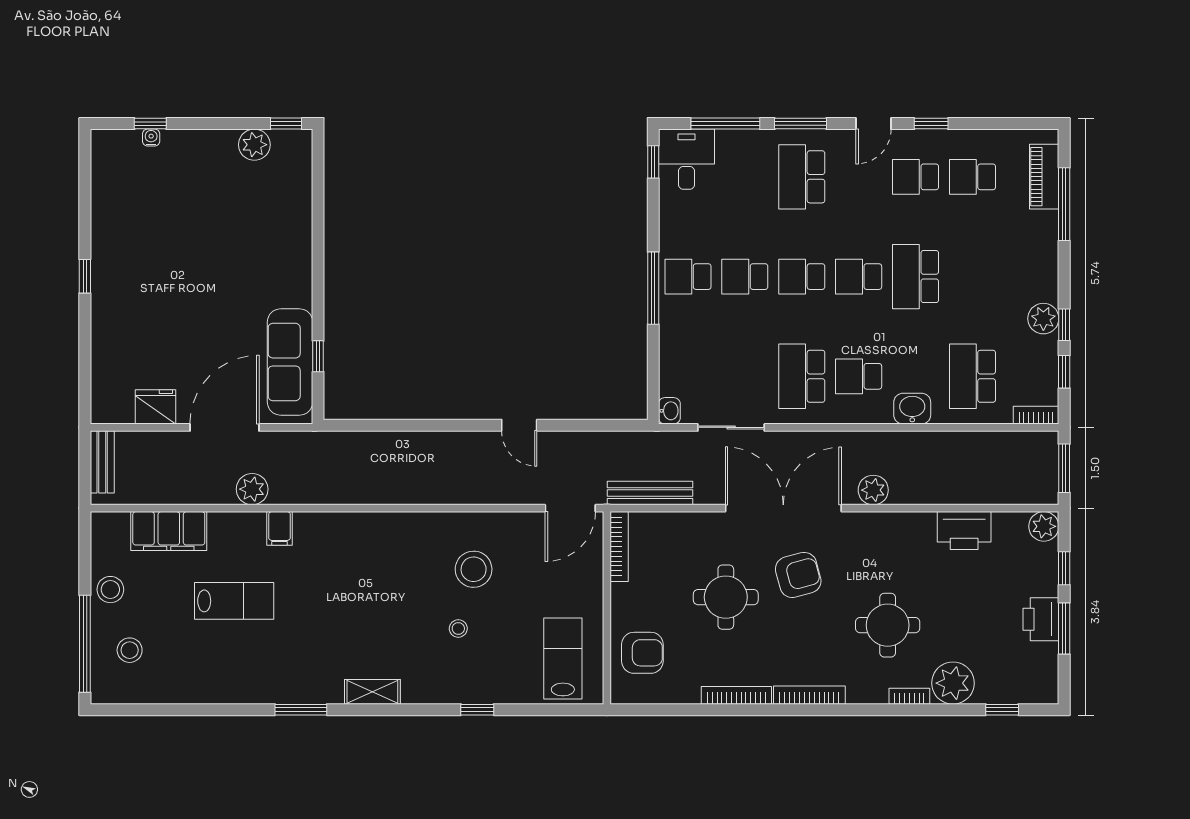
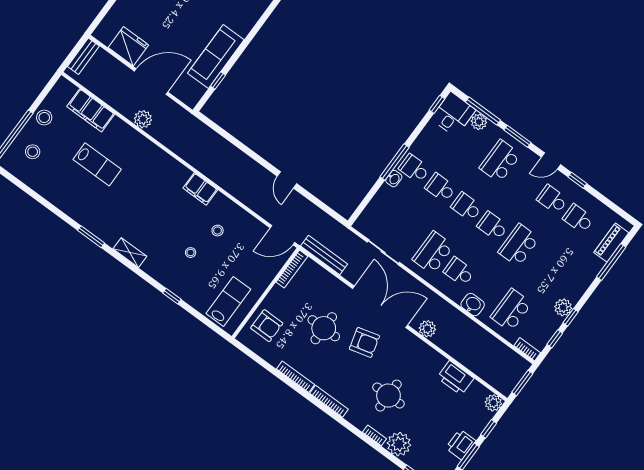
plant: (731, 143) -> (479, 122), added
sofa: (290, 362) -> (216, 56), moved
fridge: (155, 407) -> (128, 46), width x1.36, depth x1.34
washbasin: (669, 411) -> (394, 179), moved
filing cabinet: (279, 528) -> (200, 189), moved, width x2.00
stool: (474, 569) -> (218, 231), width x0.53, depth x0.53

